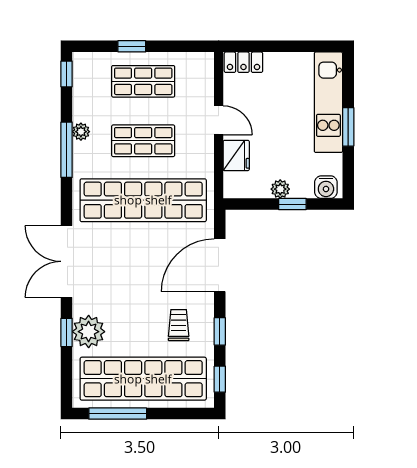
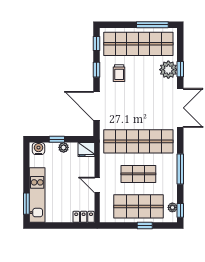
shop shelf: (143, 81) -> (138, 206), width x1.43, depth x1.36
window: (348, 127) -> (26, 204), moved
plant: (81, 132) -> (172, 207), moved
fridge: (236, 155) -> (86, 150), moved, turned -90
door: (220, 265) -> (97, 106), swing flipped

